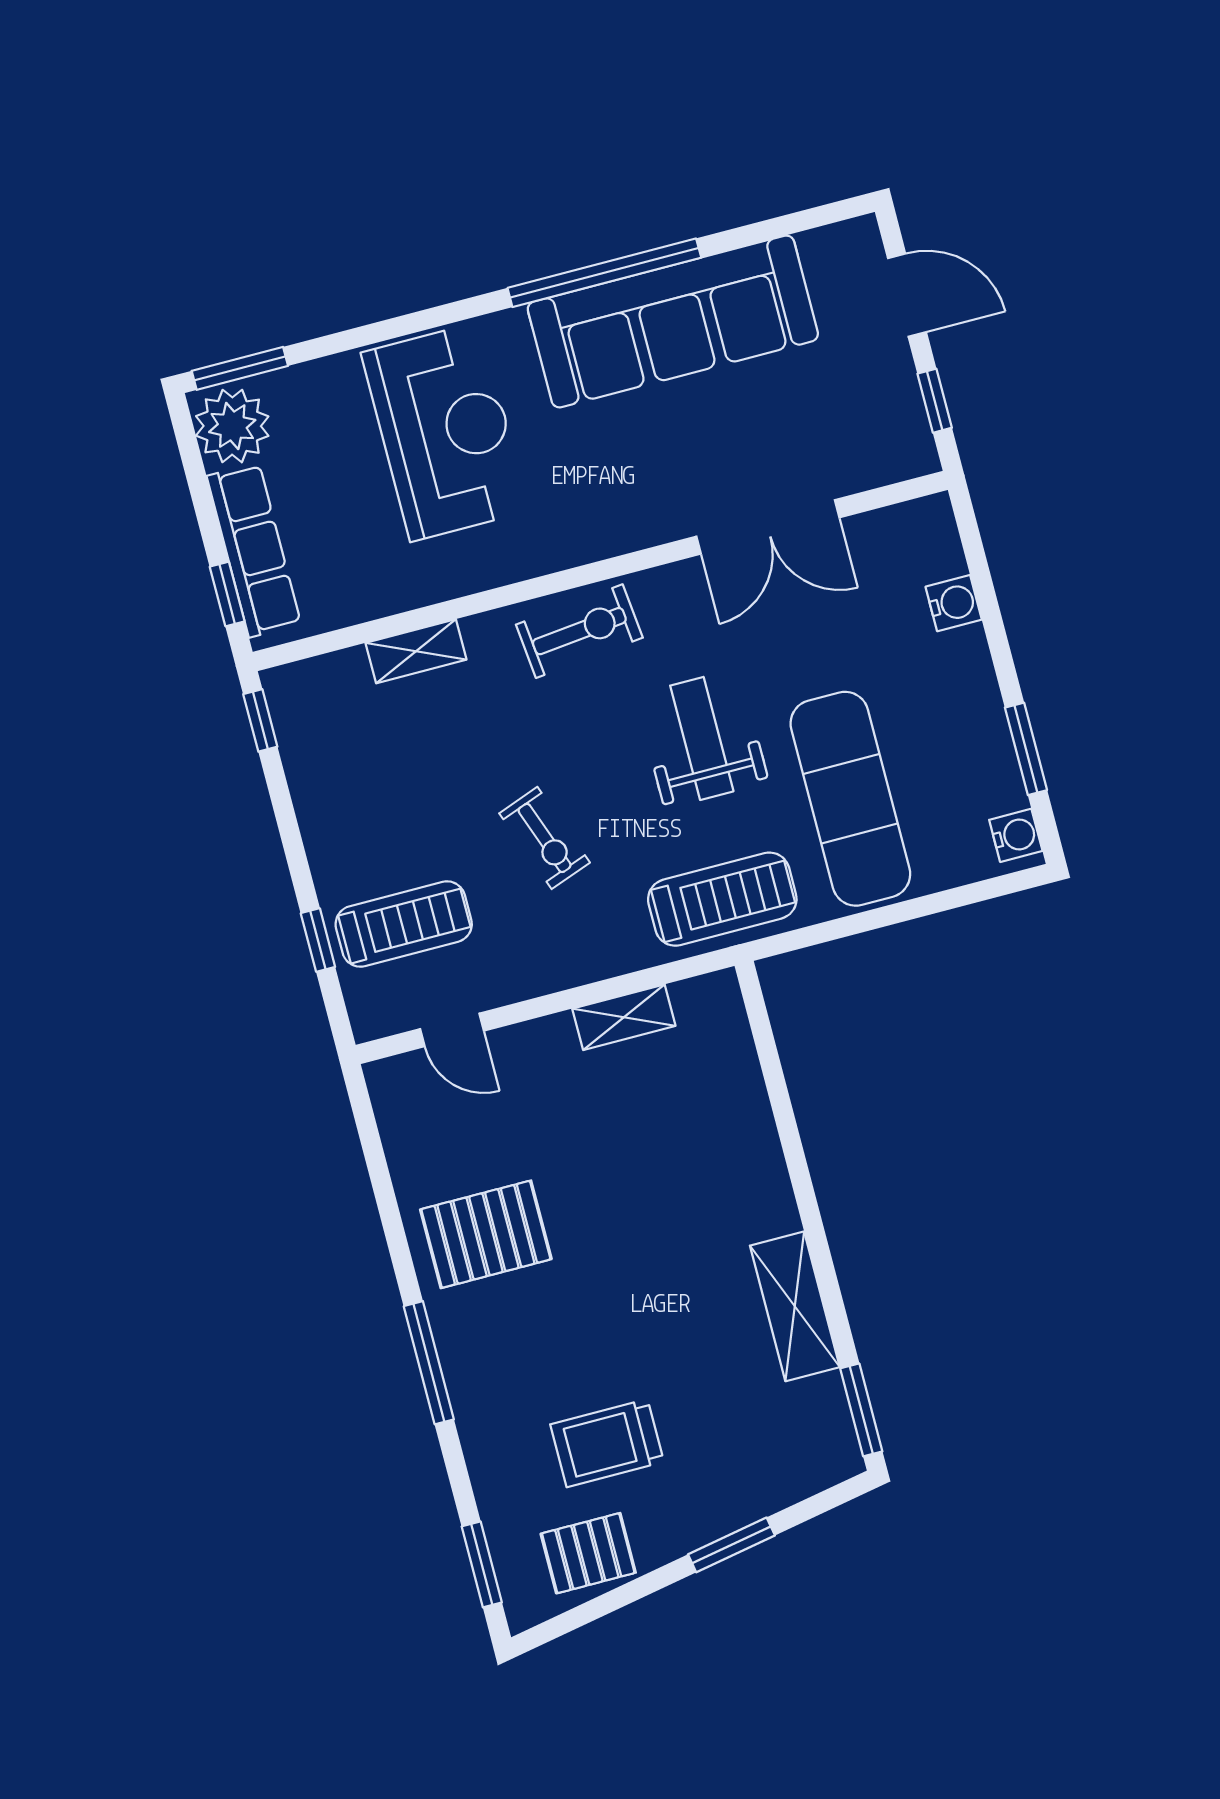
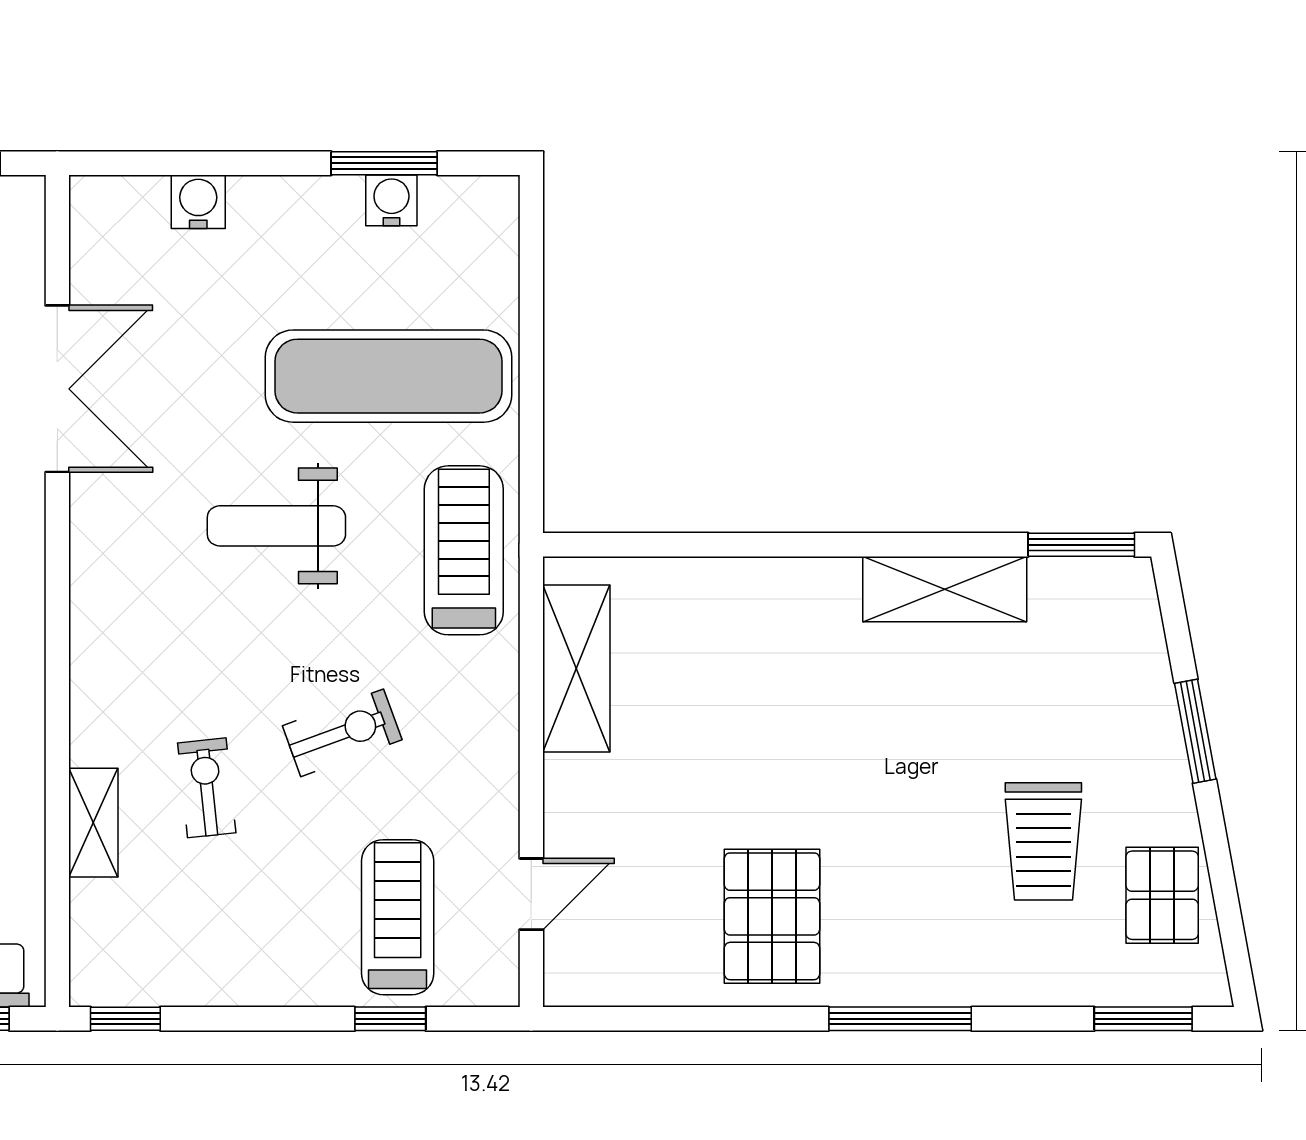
exercise bike: (579, 631) -> (207, 788), moved, width x0.73, depth x0.72
water cooler: (1016, 835) -> (391, 200), moved
shelving: (624, 1017) -> (576, 668), width x1.50, depth x1.33

